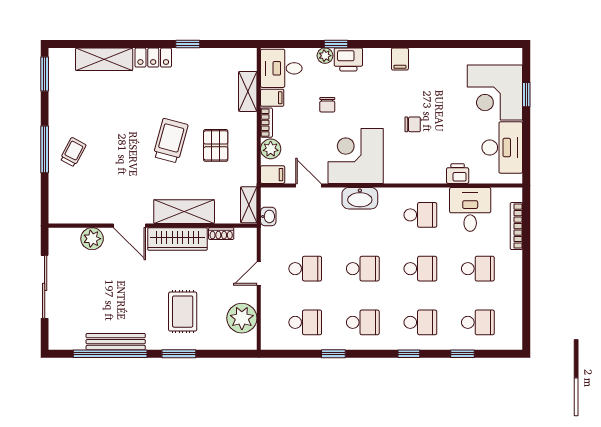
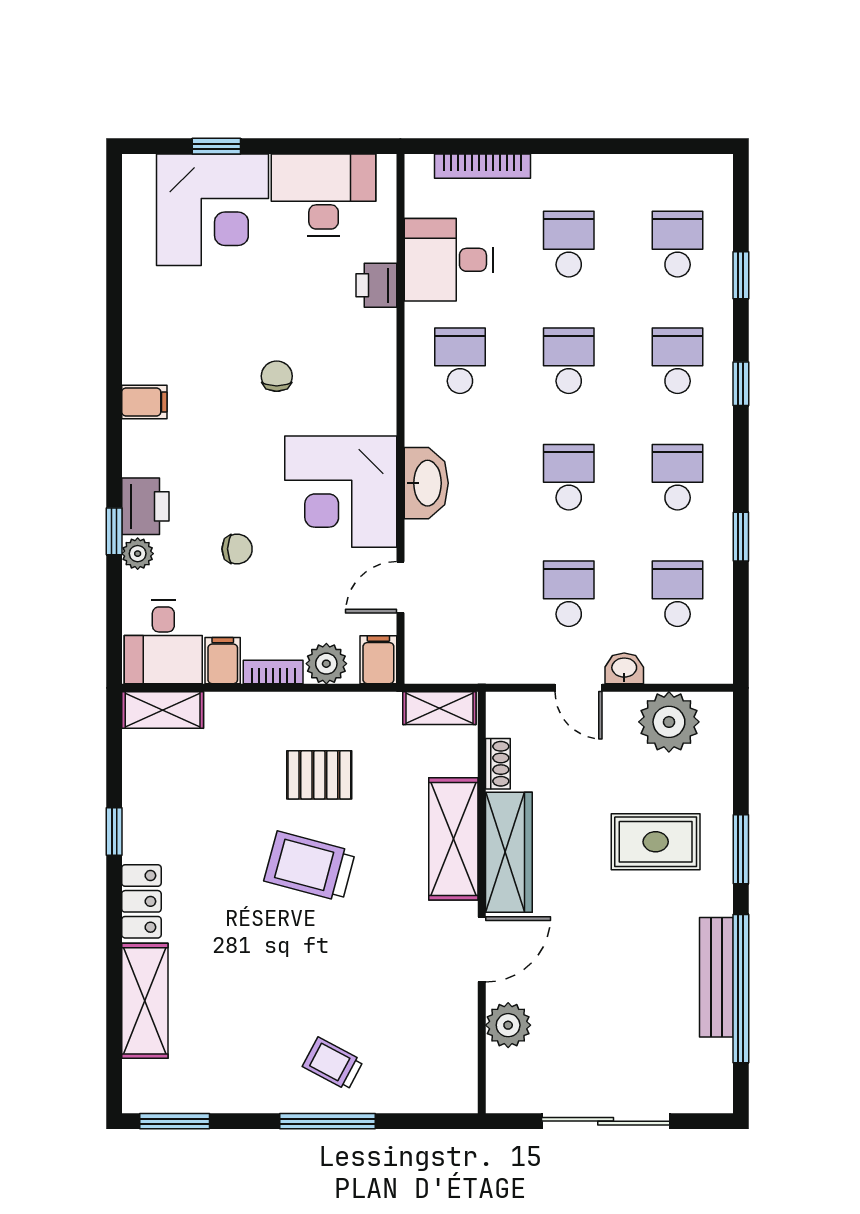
shelving: (248, 91) -> (163, 710), moved
washbasin: (268, 216) -> (624, 668), moved

